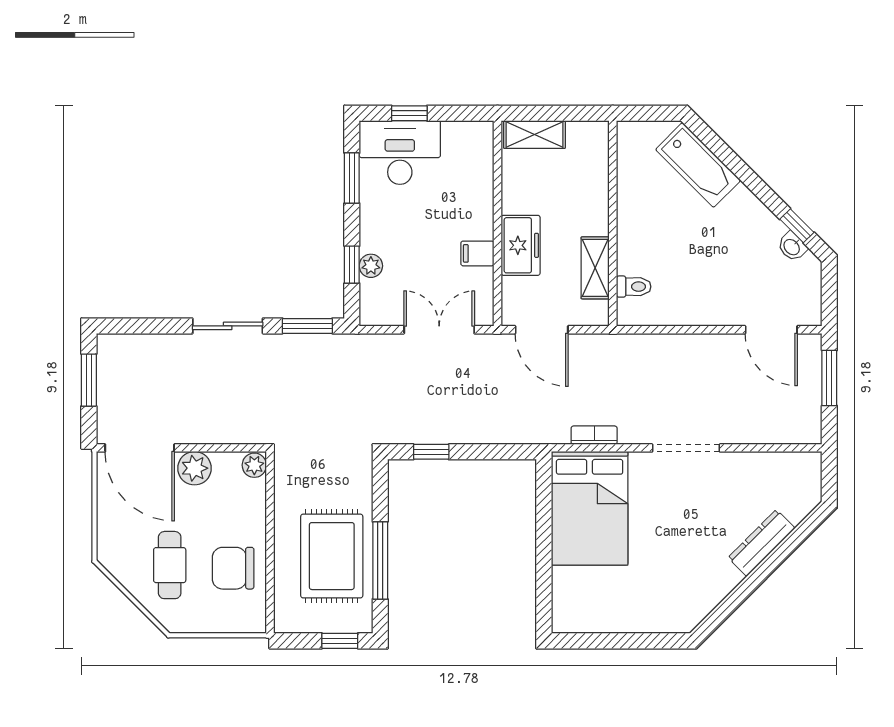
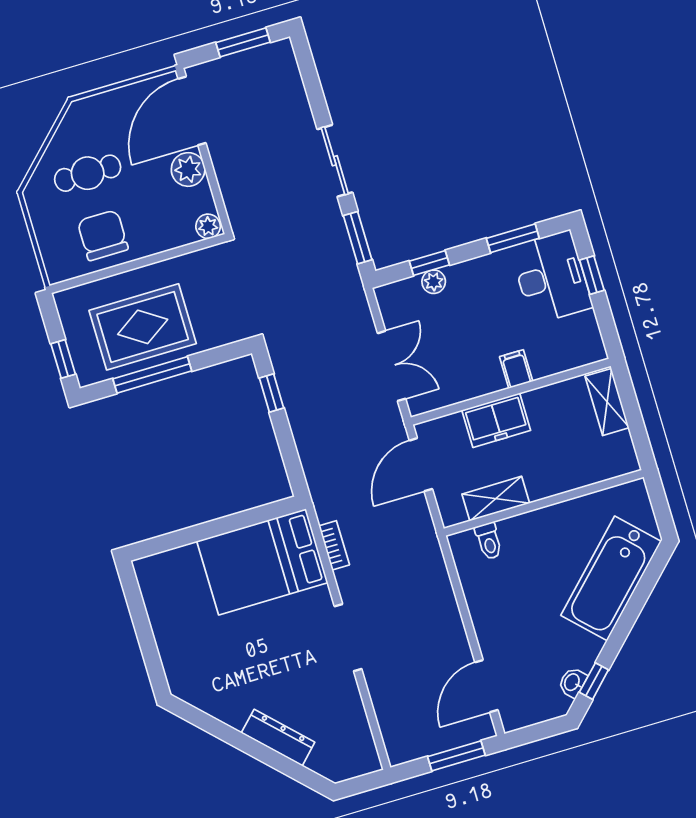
bathtub: (698, 165) -> (611, 578), width x1.36, depth x1.36
filing cabinet: (477, 253) -> (516, 369), moved

